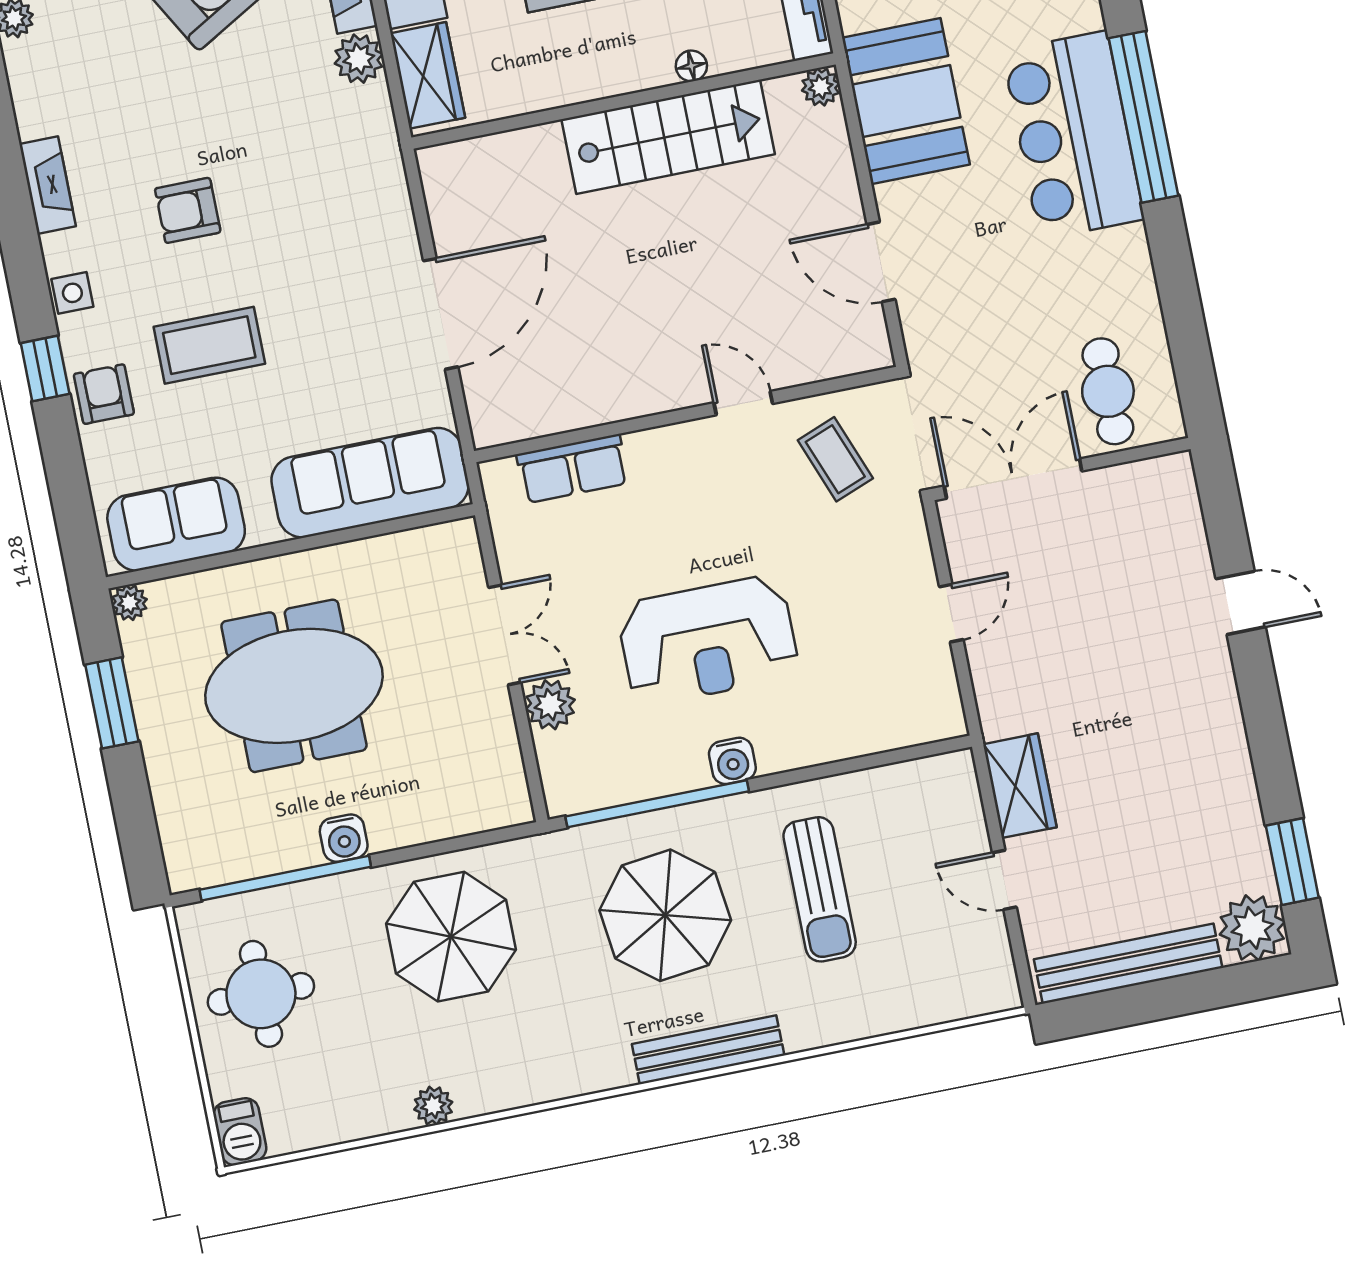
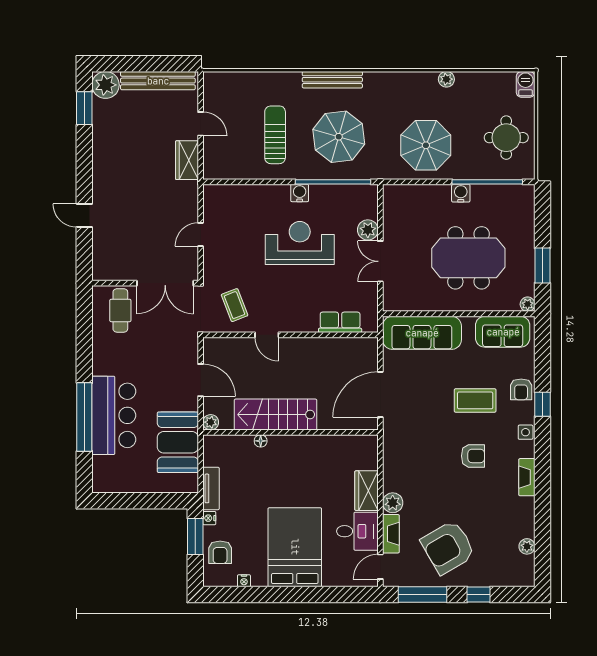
floor lamp: (691, 66) -> (261, 441), moved
plant: (821, 87) -> (211, 422), moved
wall: (623, 101) -> (290, 432), moved
stairs: (668, 137) -> (276, 415), moved

